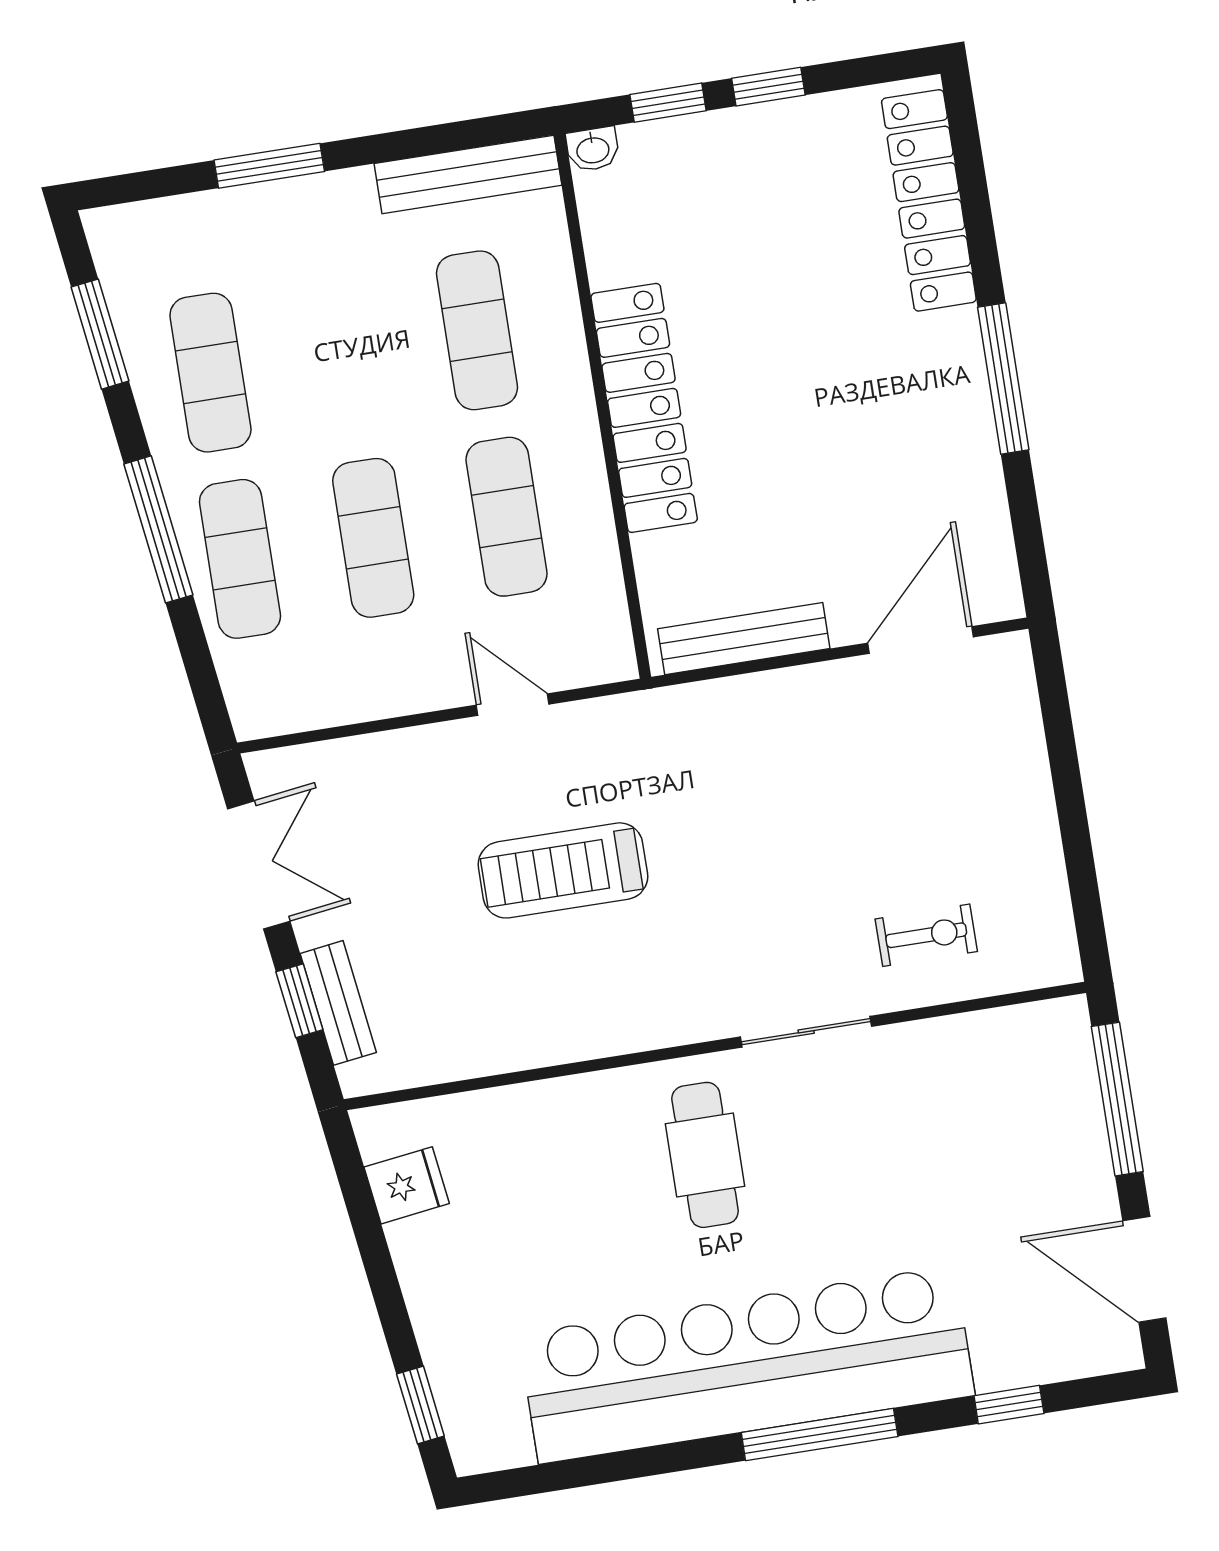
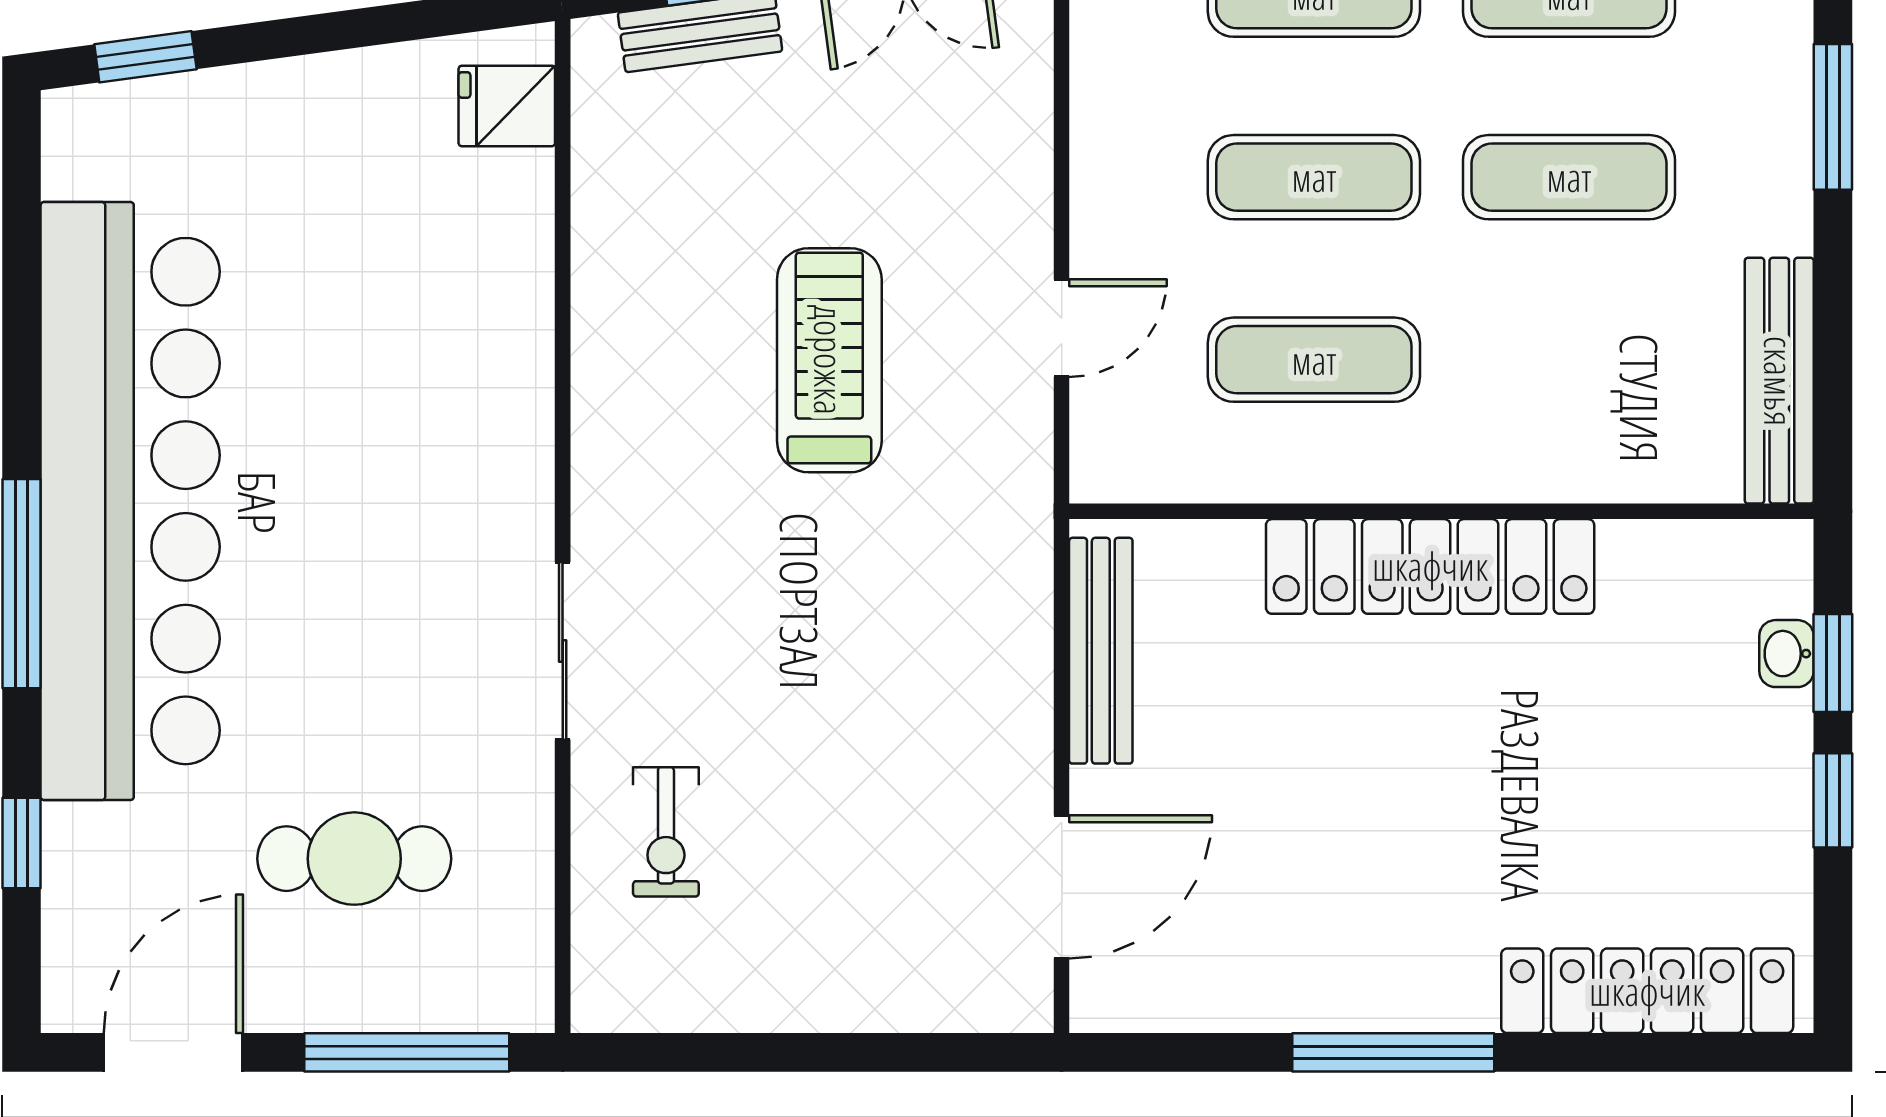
washbasin: (593, 149) -> (1787, 654), moved
exercise mat: (477, 330) -> (1569, 177), moved
door: (921, 640) -> (1062, 887), hinge flipped
cafe table: (705, 1155) -> (354, 859), moved
fridge: (407, 1185) -> (507, 106), moved, turned 98

